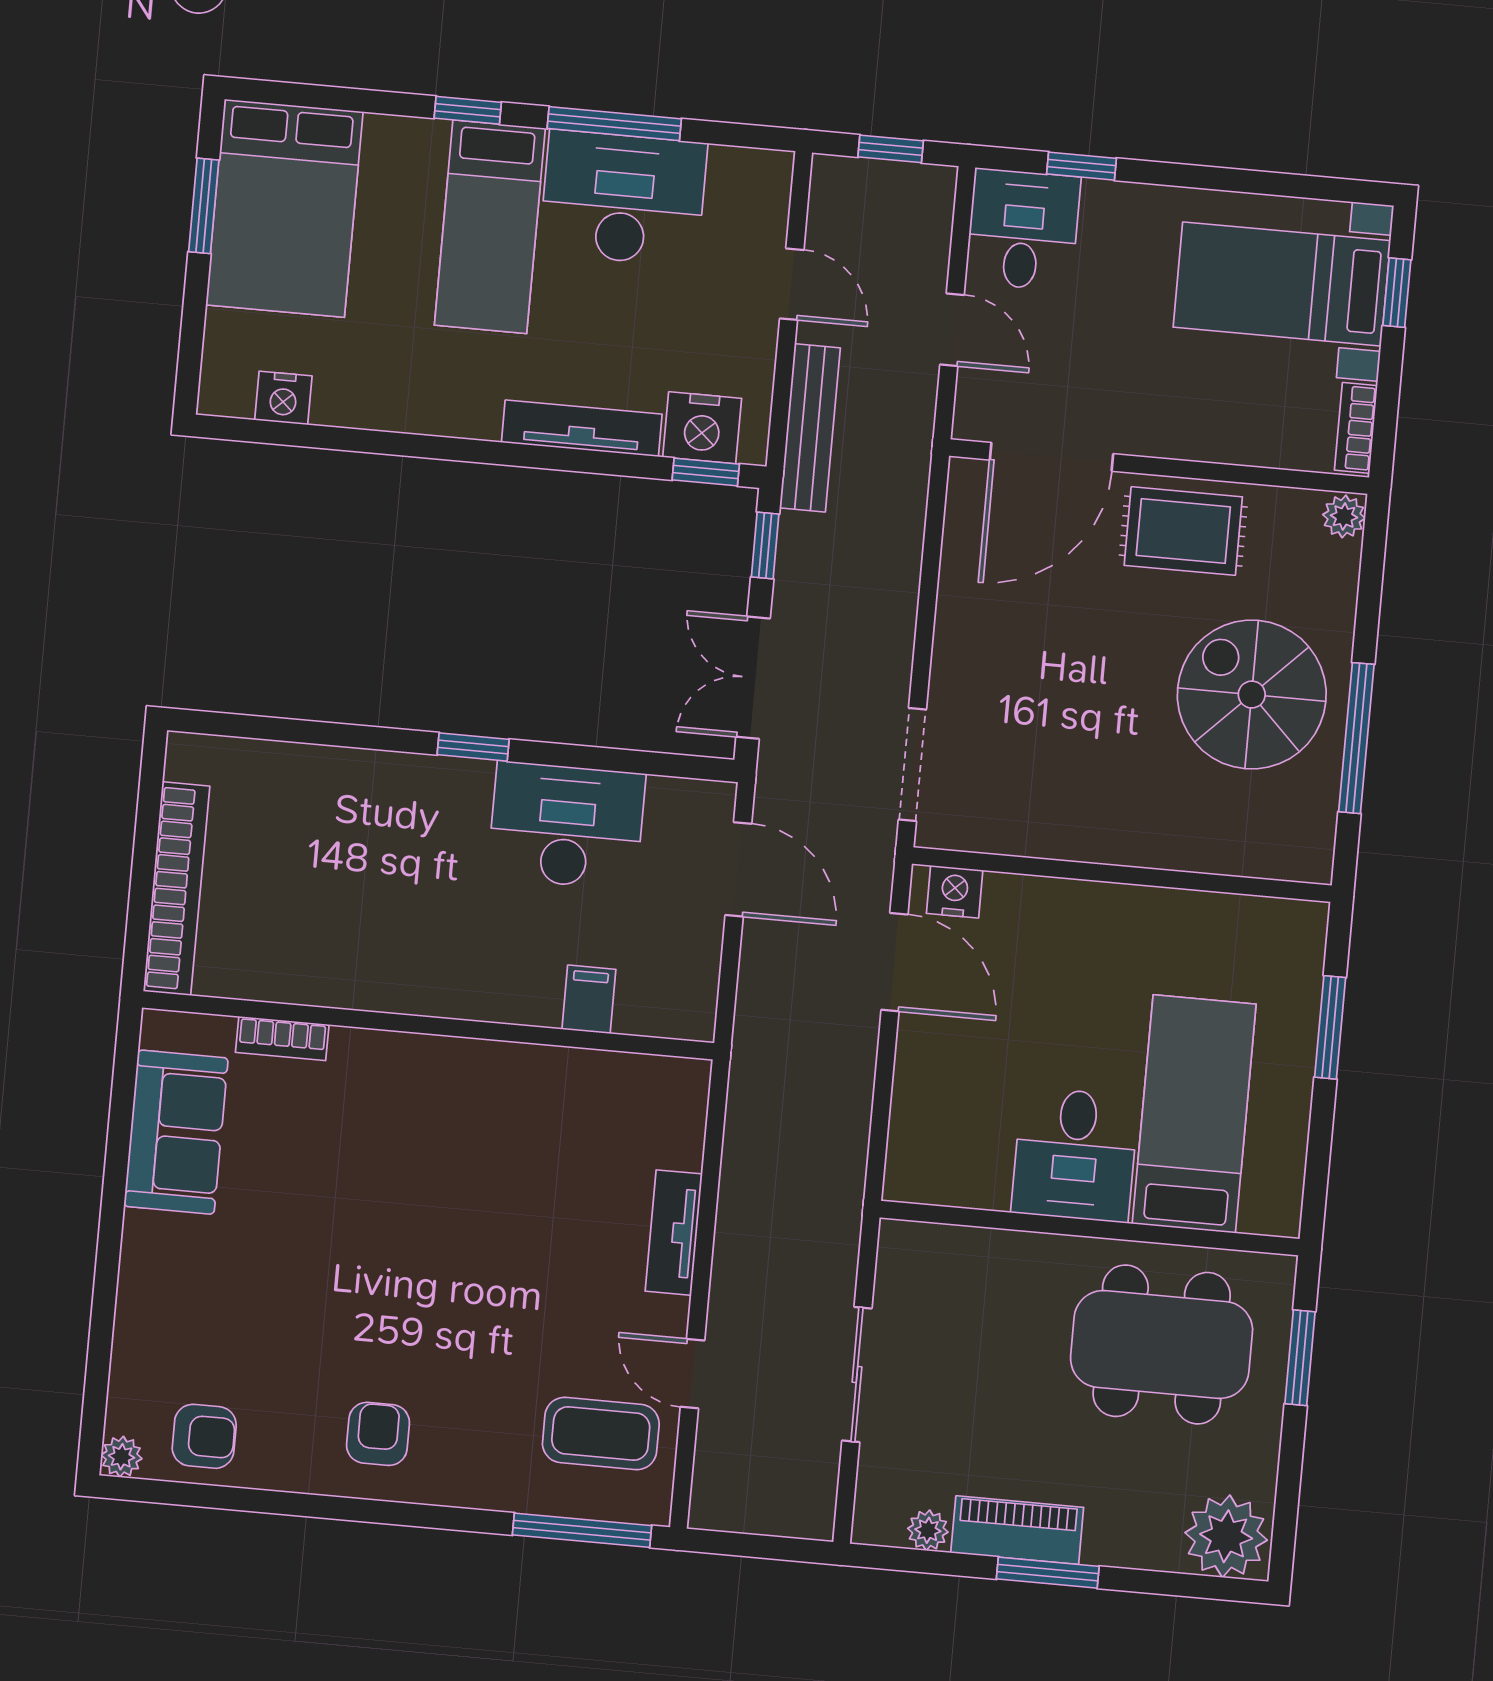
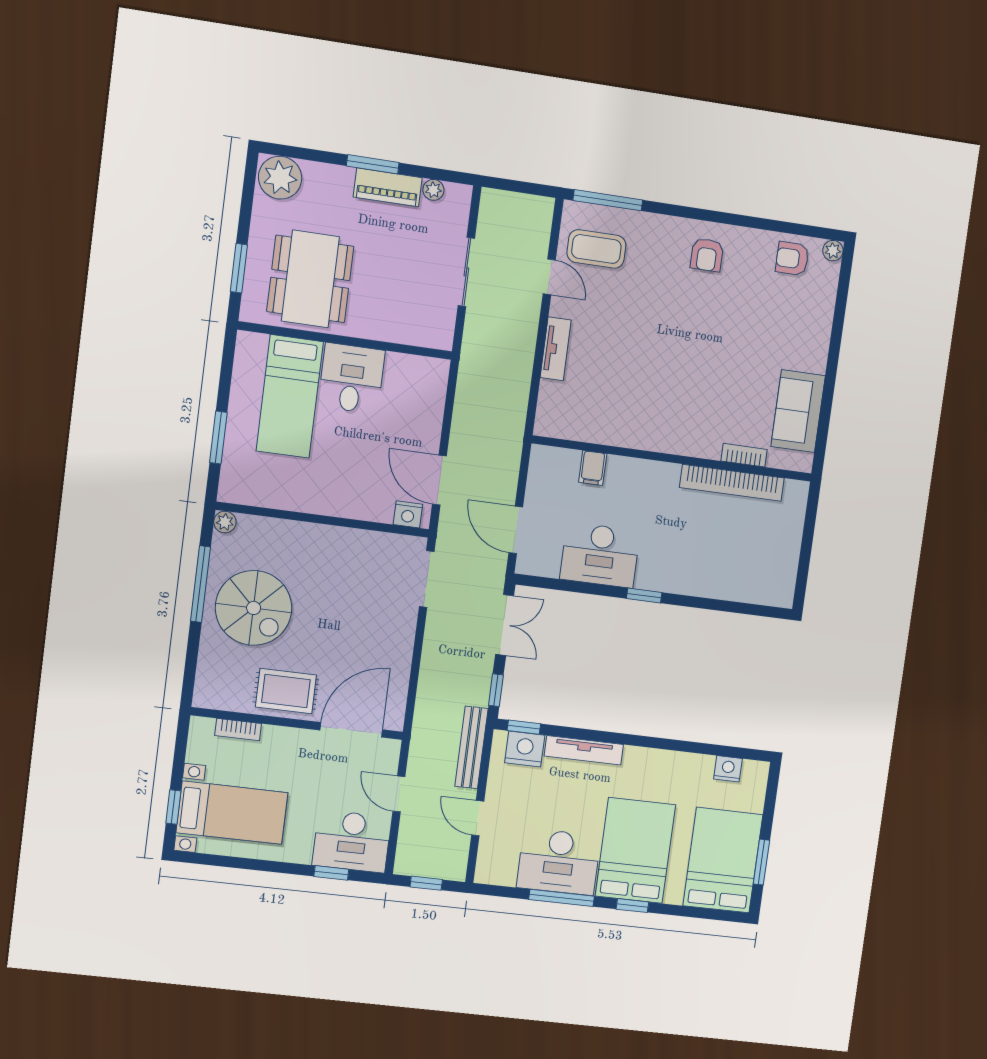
bed: (490, 227) -> (635, 850), width x1.50
desk: (1023, 230) -> (352, 841), width x1.37
bookcase: (1356, 428) -> (238, 730), moved, turned 90
plant: (1344, 516) -> (225, 522), moved
bookcase: (176, 889) -> (732, 483), moved, turned -90
dining table: (1162, 1344) -> (310, 279), turned 90

